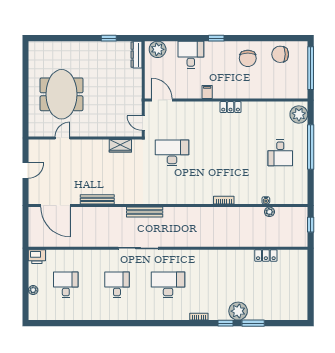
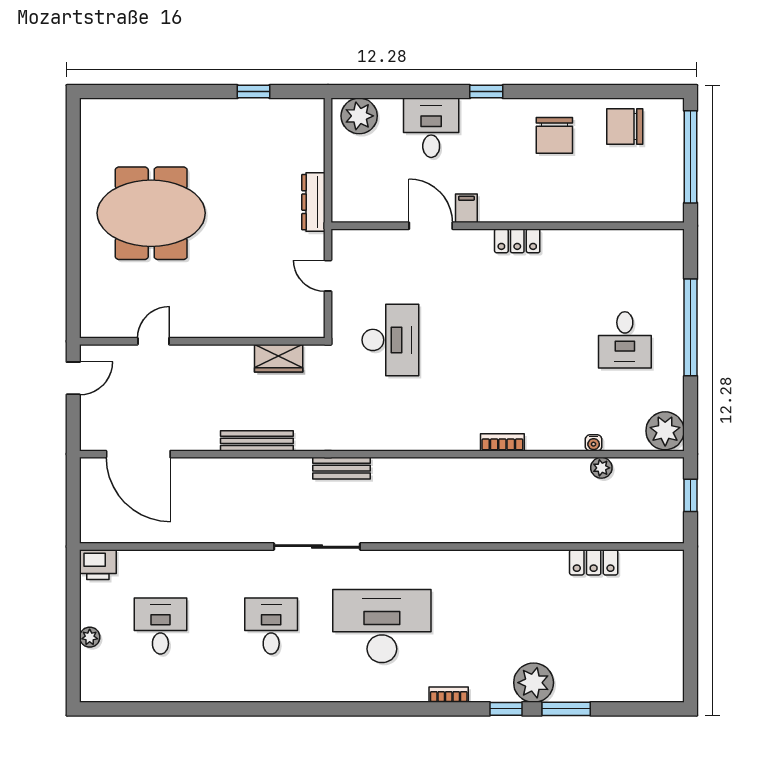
dresser: (136, 55) -> (313, 202), moved
meeting table: (62, 94) -> (151, 213), turned 90
door: (162, 100) -> (431, 226), moved
plant: (299, 114) -> (665, 431), moved
door: (63, 138) -> (153, 341), moved
wall: (85, 138) -> (202, 341), moved
wardrobe: (120, 146) -> (279, 358), moved
desk: (172, 153) -> (390, 340), turned 90
bench: (97, 199) -> (257, 441), moved
bench: (145, 212) -> (342, 468), width x0.73
desk: (168, 285) -> (382, 626), width x1.36, depth x1.30

